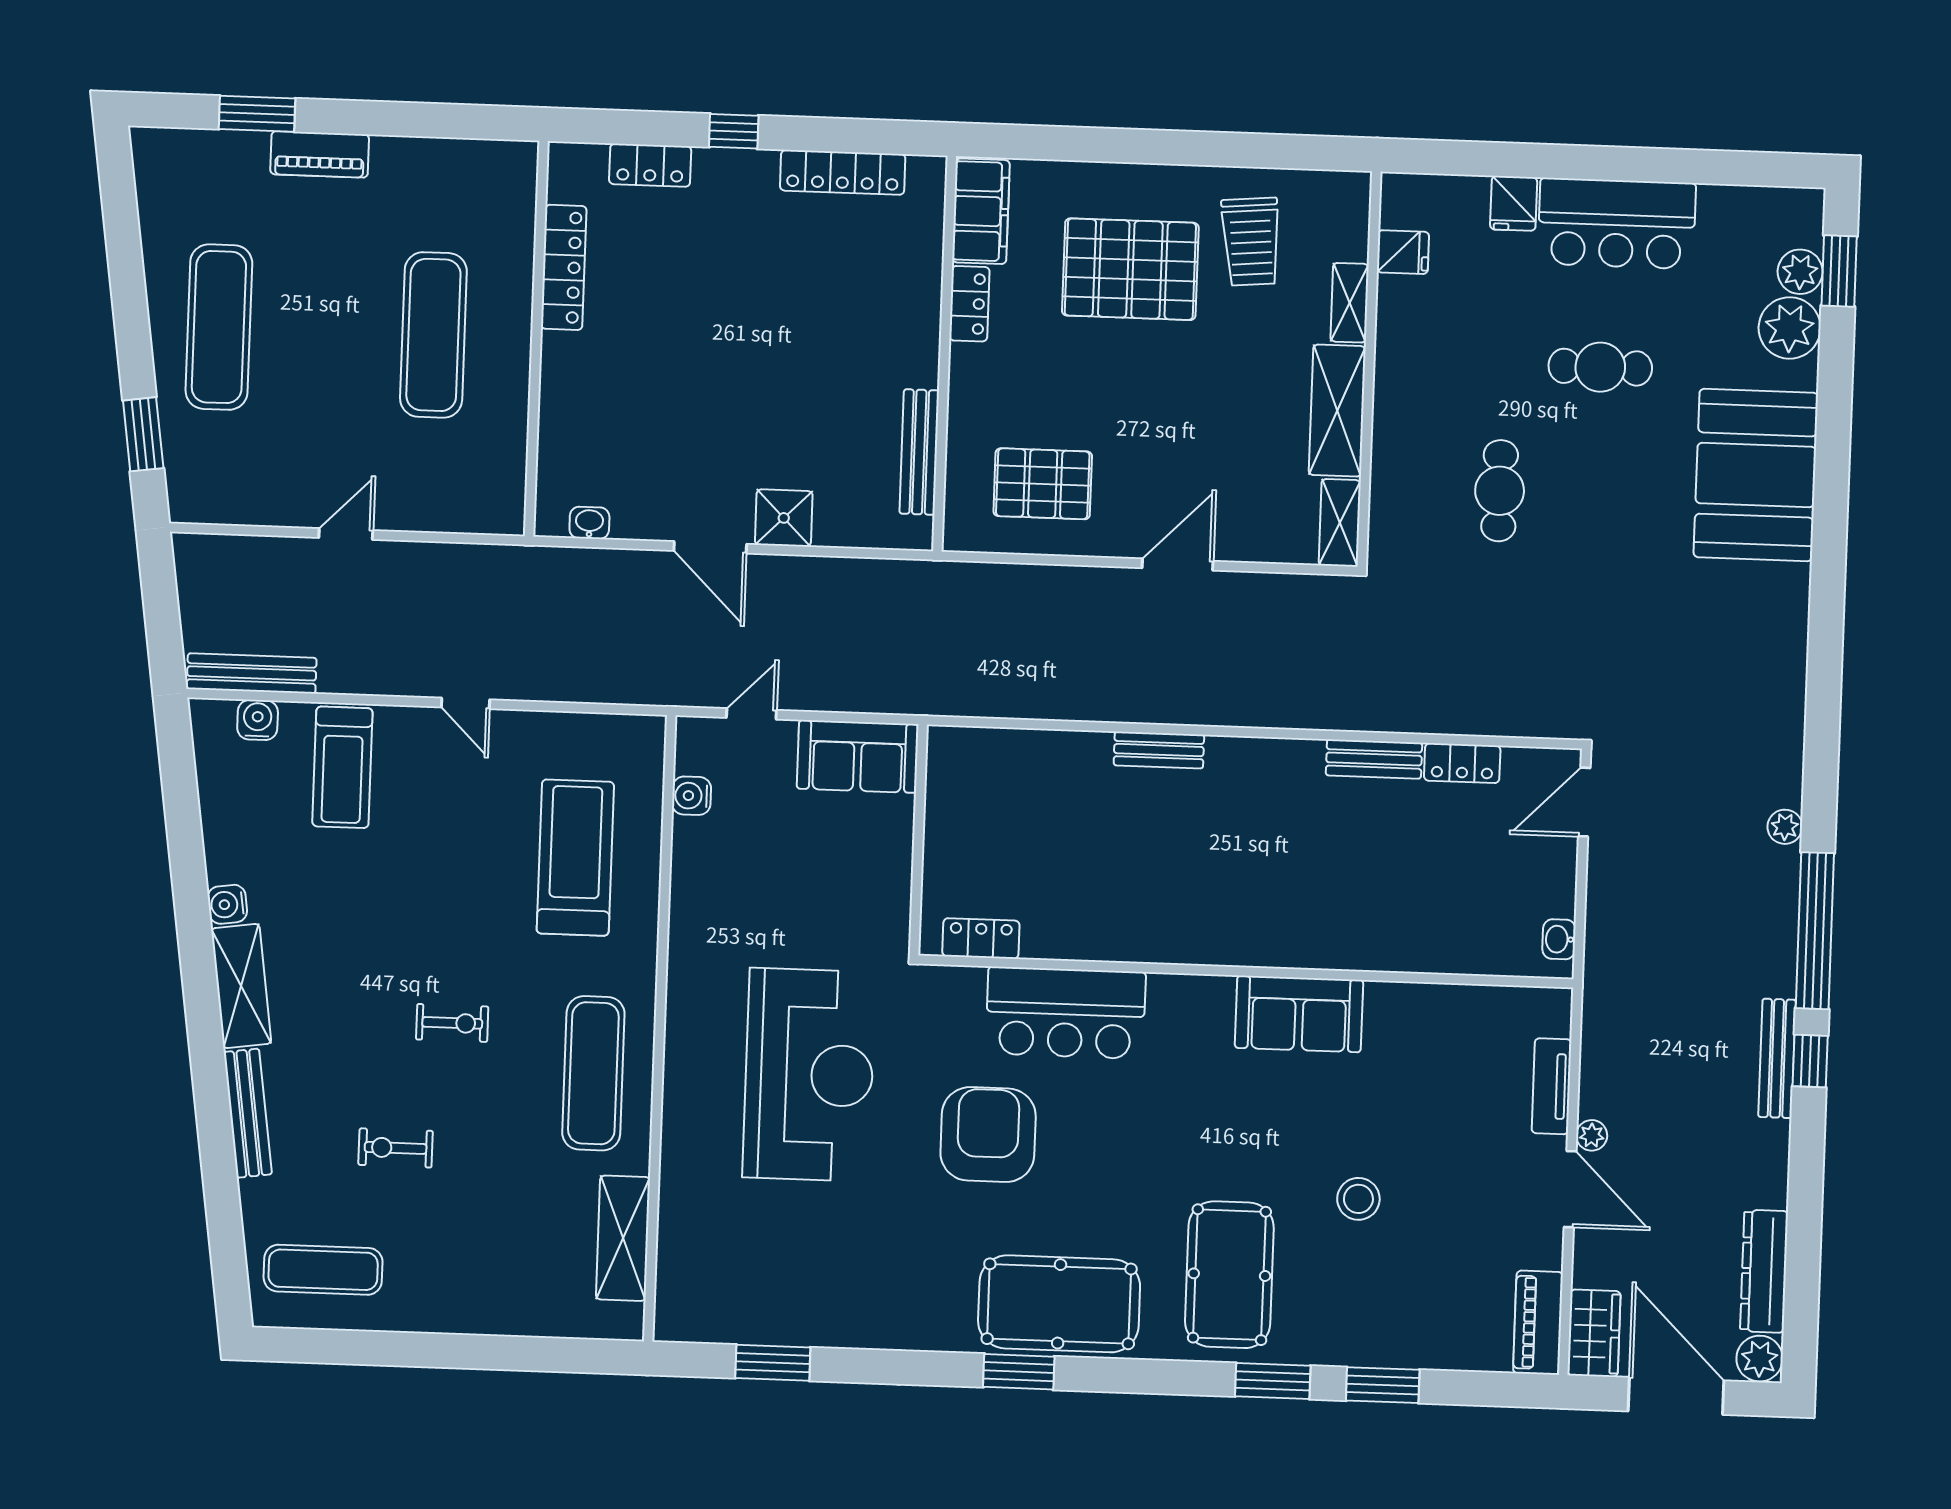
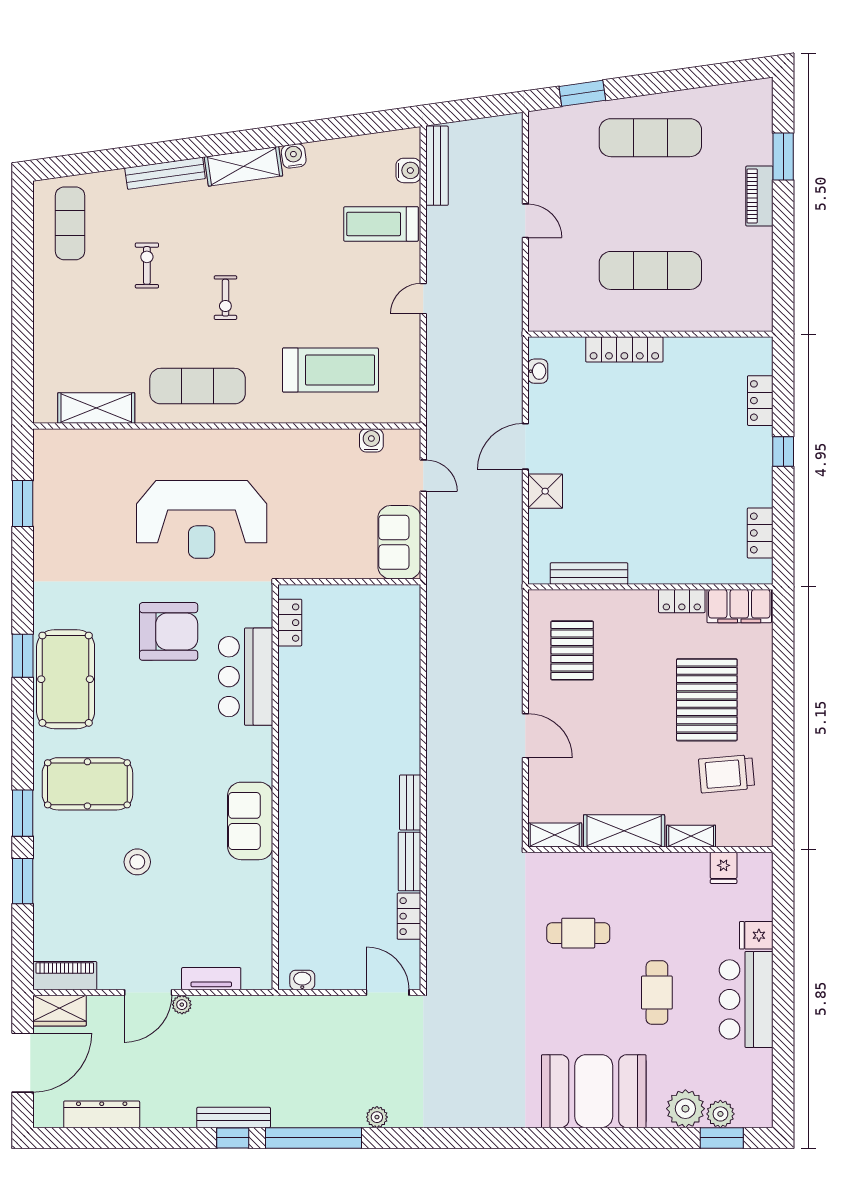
locker: (843, 172) -> (760, 533), width x0.66
locker: (564, 267) -> (624, 349), moved
bench: (1159, 750) -> (410, 802), moved
plant: (1760, 1359) -> (48, 1114), removed

